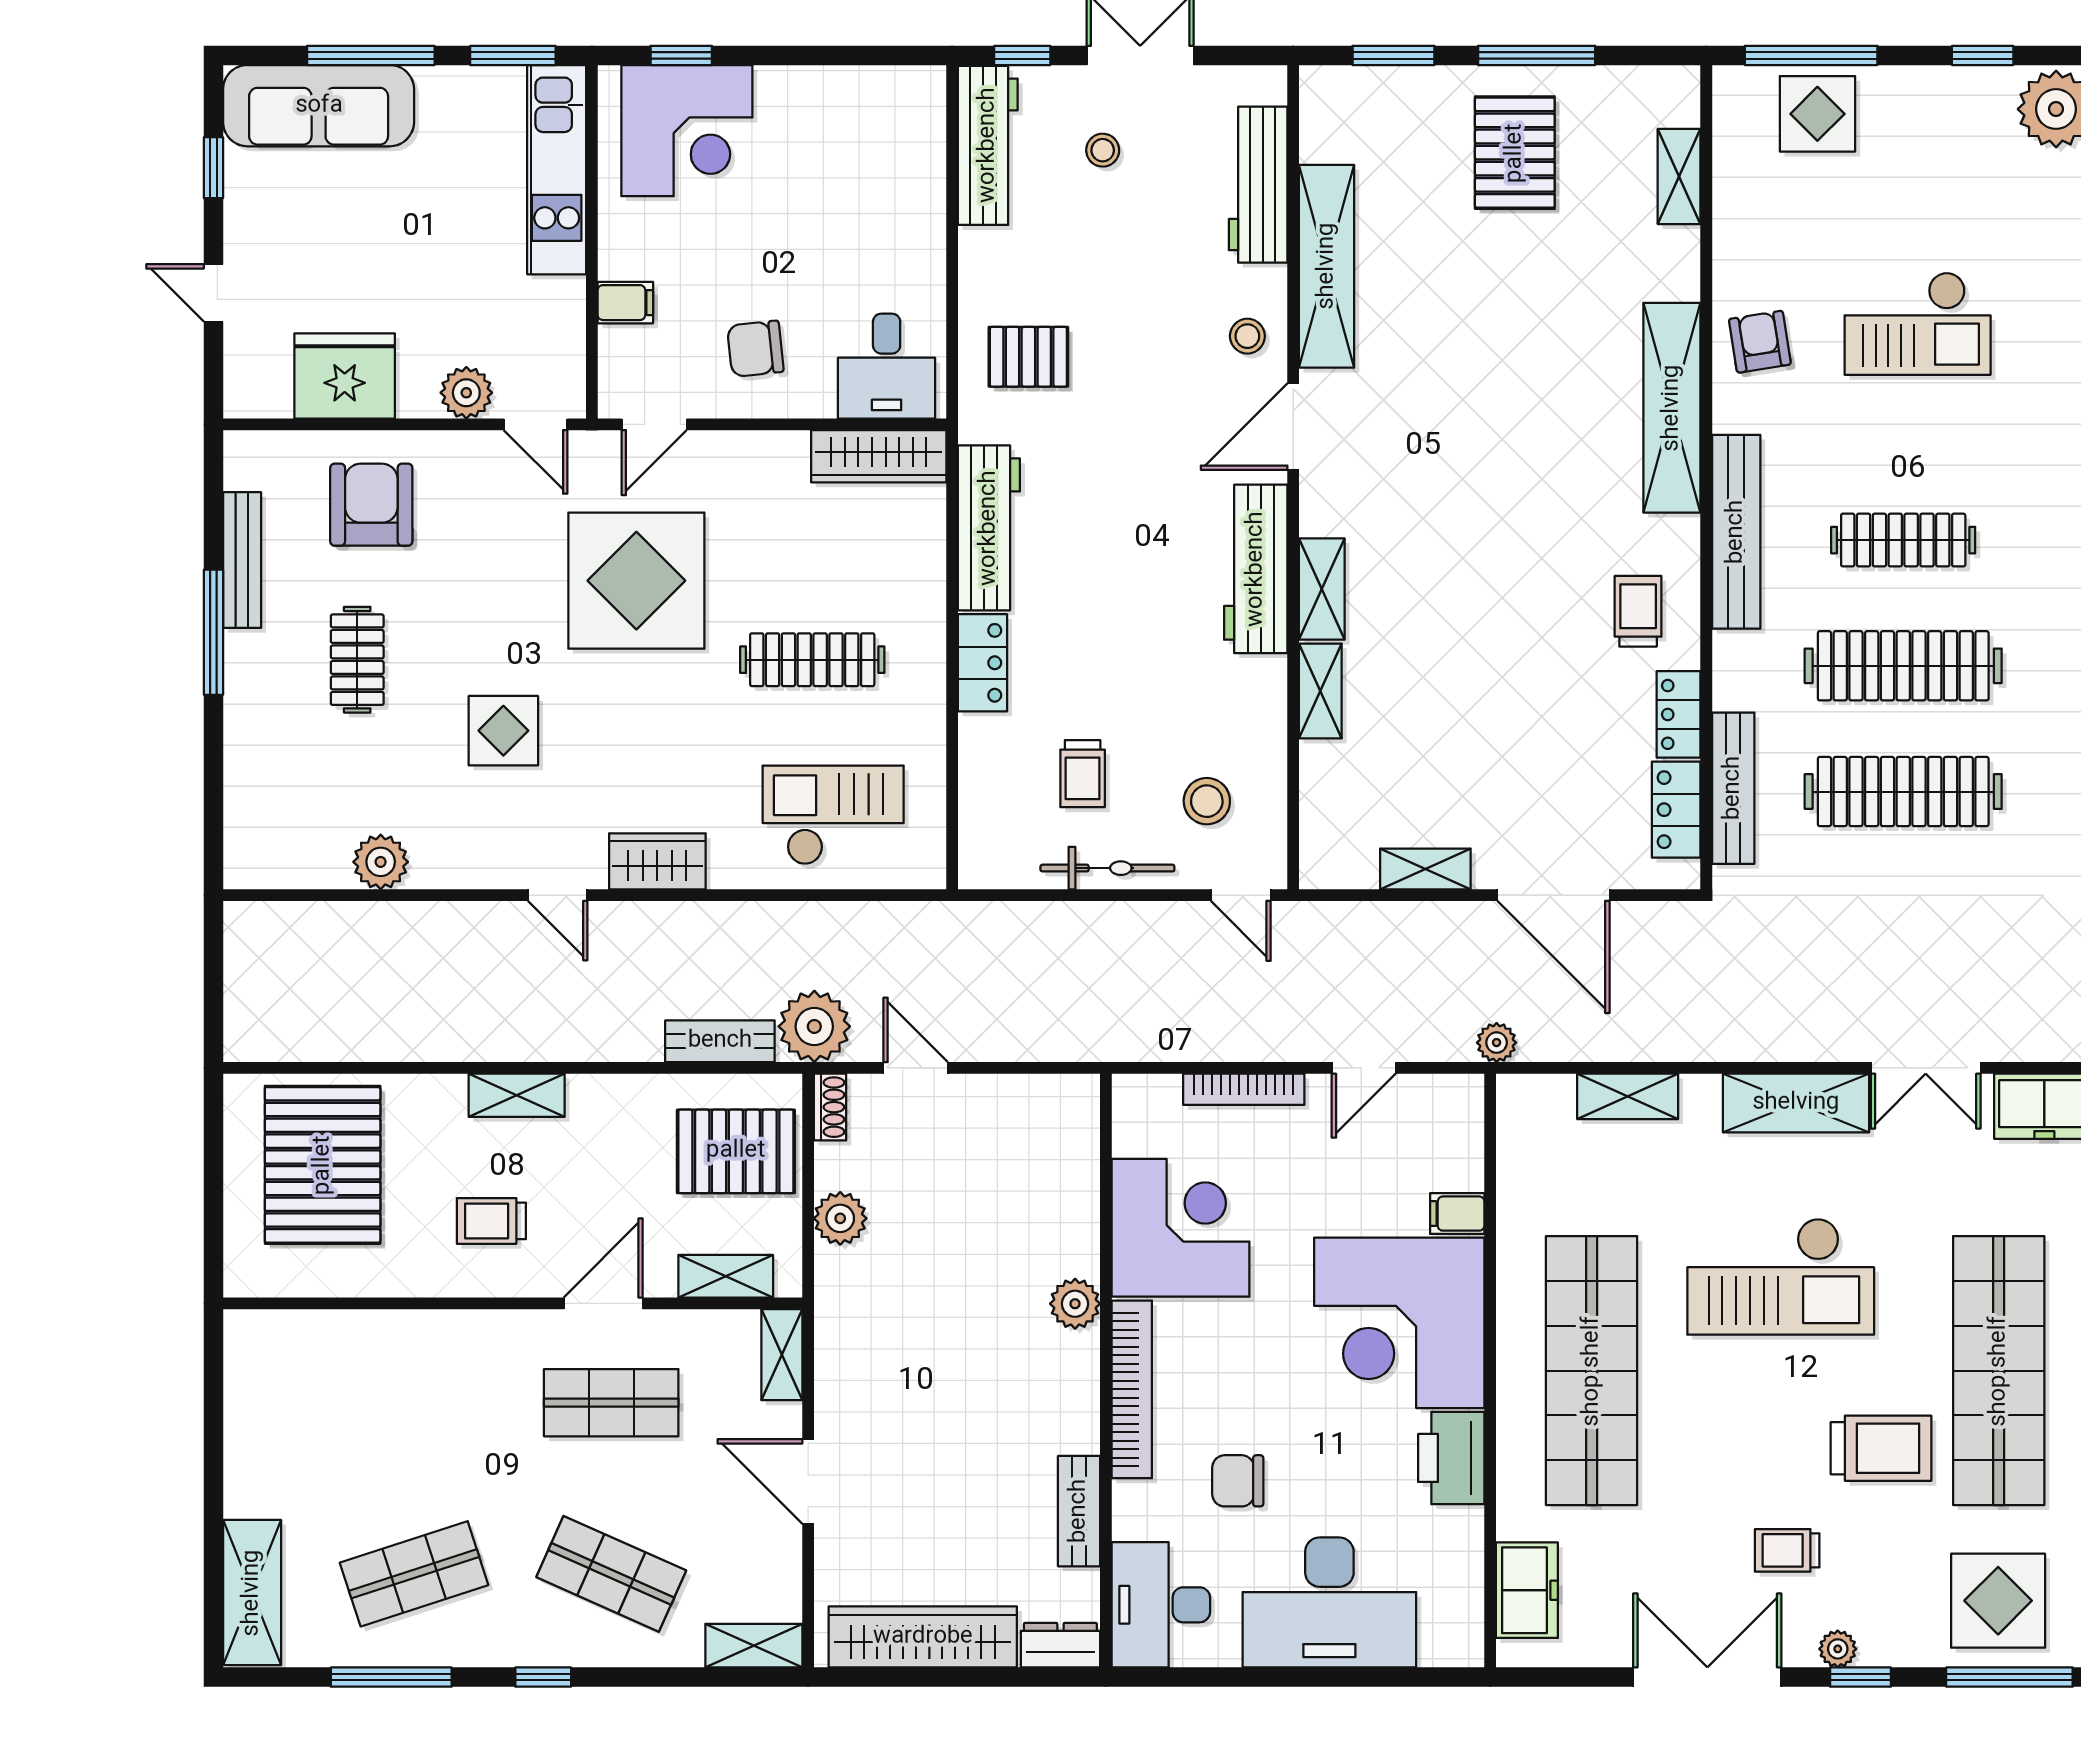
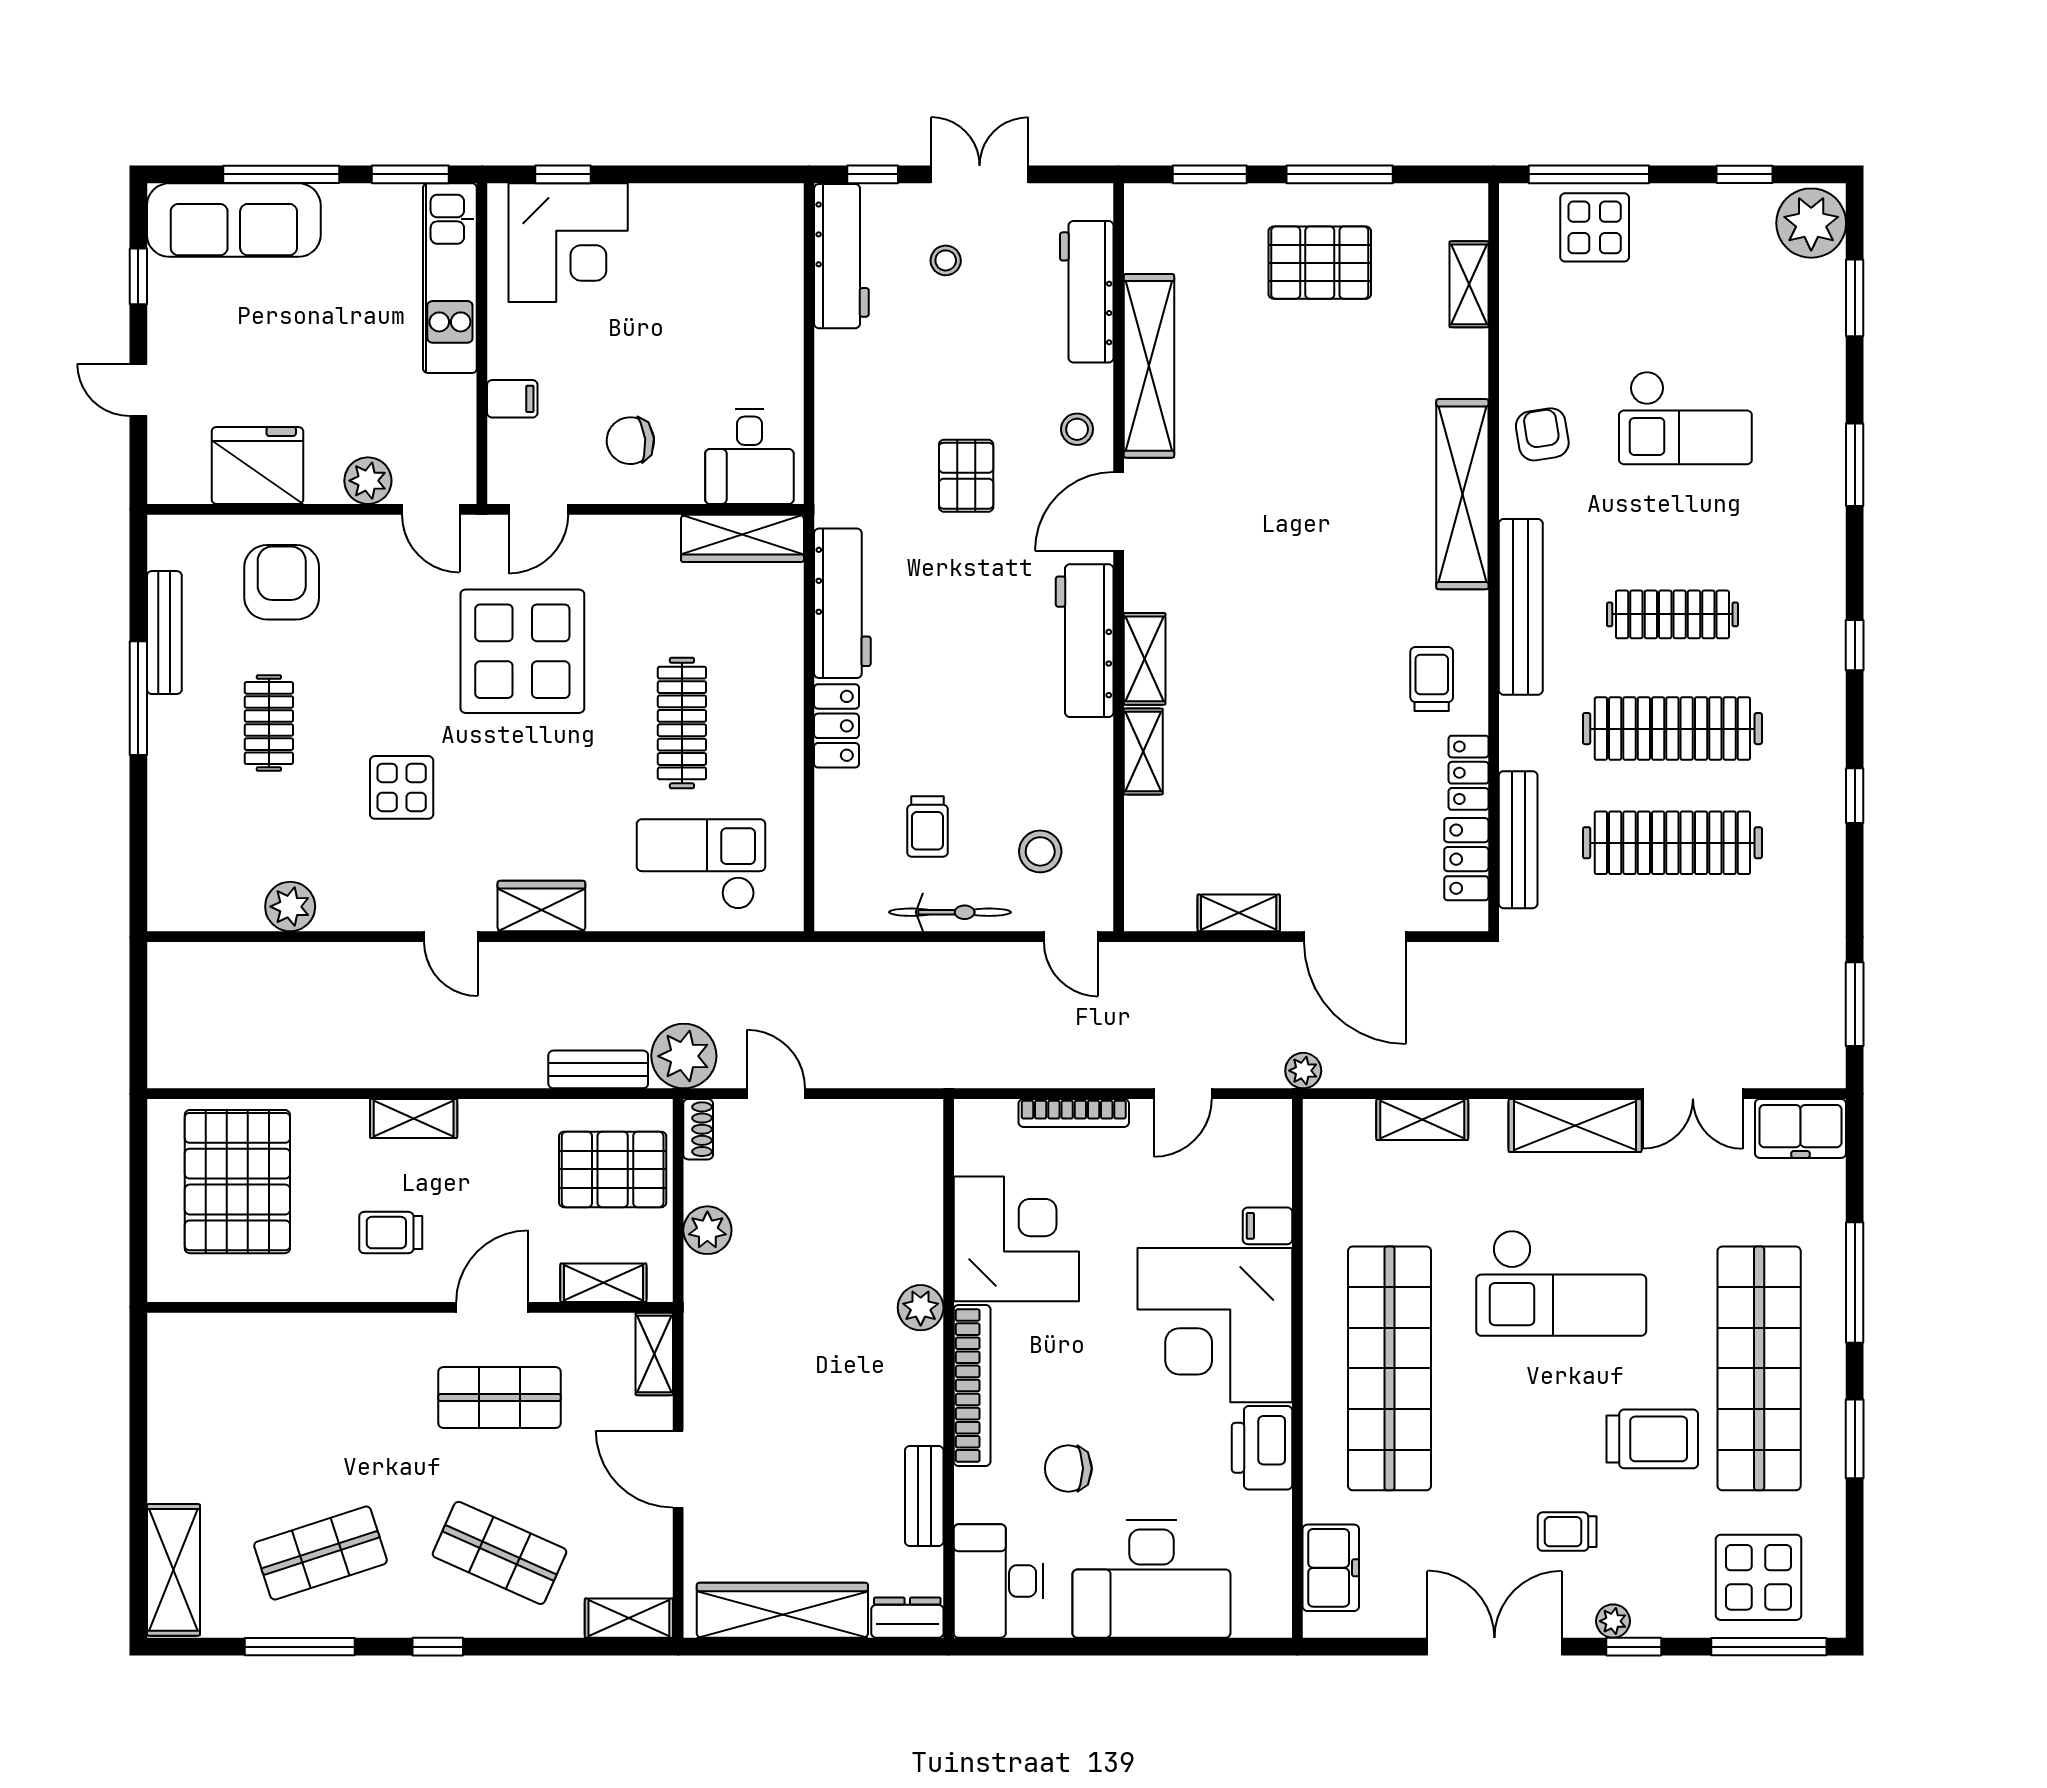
pallet: (1515, 153) -> (1320, 263), turned 90
pallet: (1028, 357) -> (966, 476), moved, turned 90
clothes rail: (812, 660) -> (682, 723), turned 90

